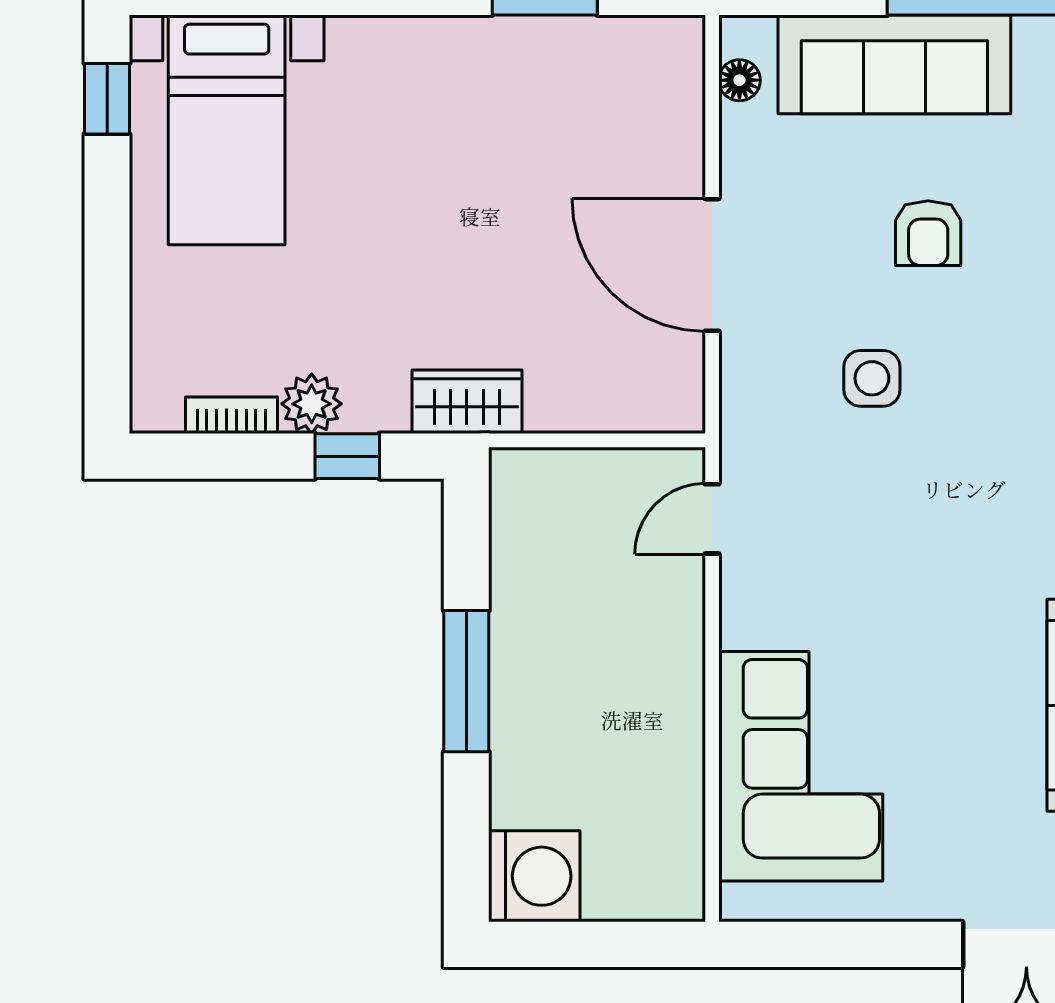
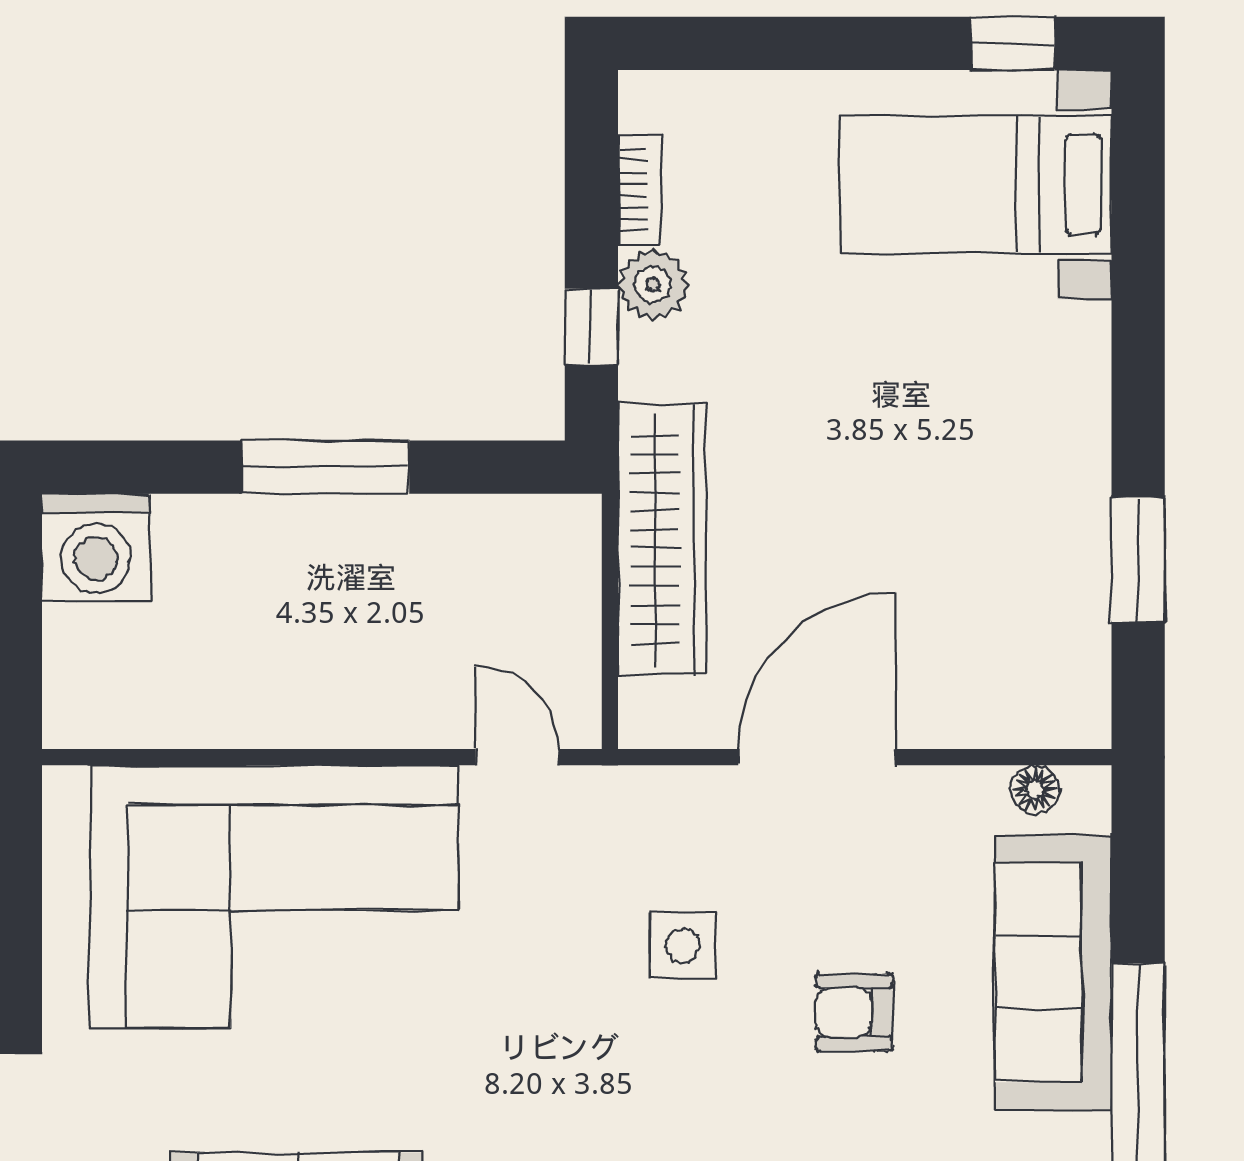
wardrobe: (467, 402) -> (662, 539), width x2.10, depth x1.17
corner sofa: (801, 766) -> (274, 896), width x1.36, depth x1.36

